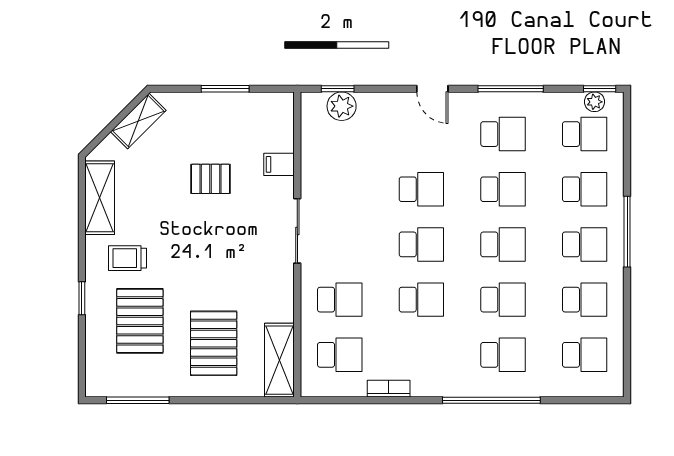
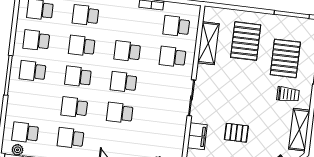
filing cabinet: (279, 164) -> (197, 136), width x2.00
school desk: (585, 189) -> (29, 102), removed
shelving: (279, 360) -> (208, 43), moved

